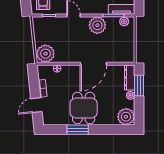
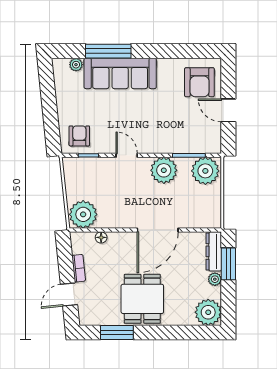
tv unit: (121, 9) -> (201, 146), removed
plant: (124, 21) -> (205, 171), width x1.87, depth x1.87
window: (78, 130) -> (117, 332), moved

